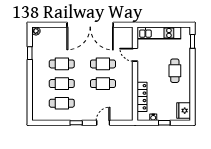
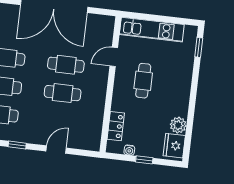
door: (135, 55) -> (114, 57), hinge flipped
cafe table: (175, 71) -> (143, 81), moved
plant: (185, 96) -> (178, 125), added
locker: (142, 97) -> (116, 126), width x0.66

